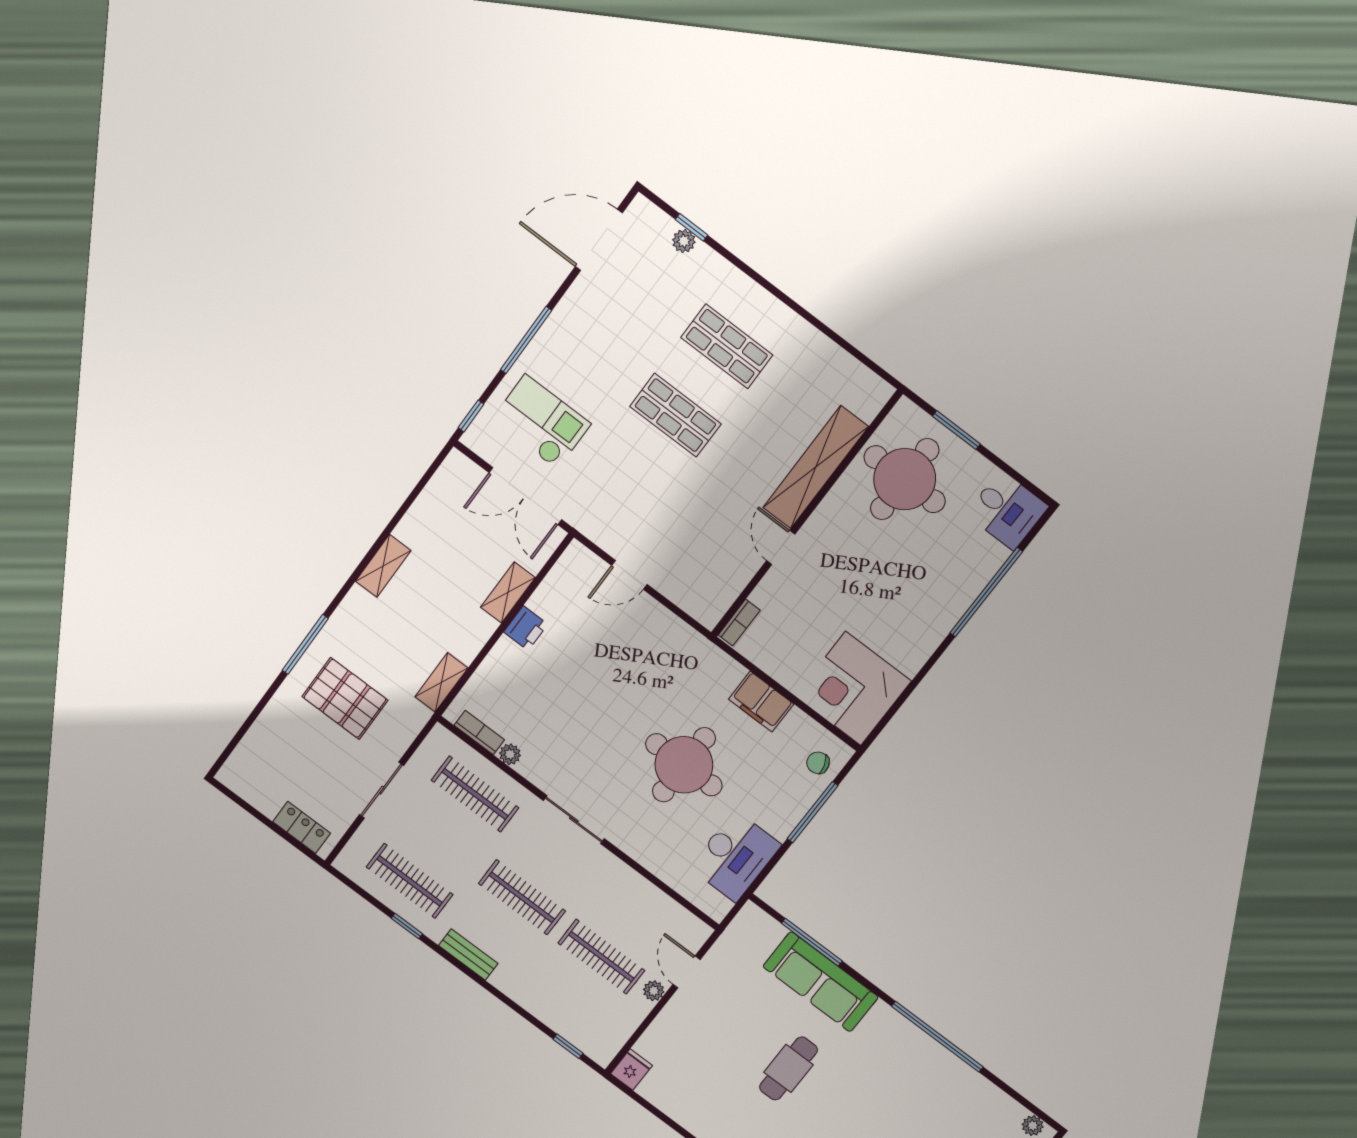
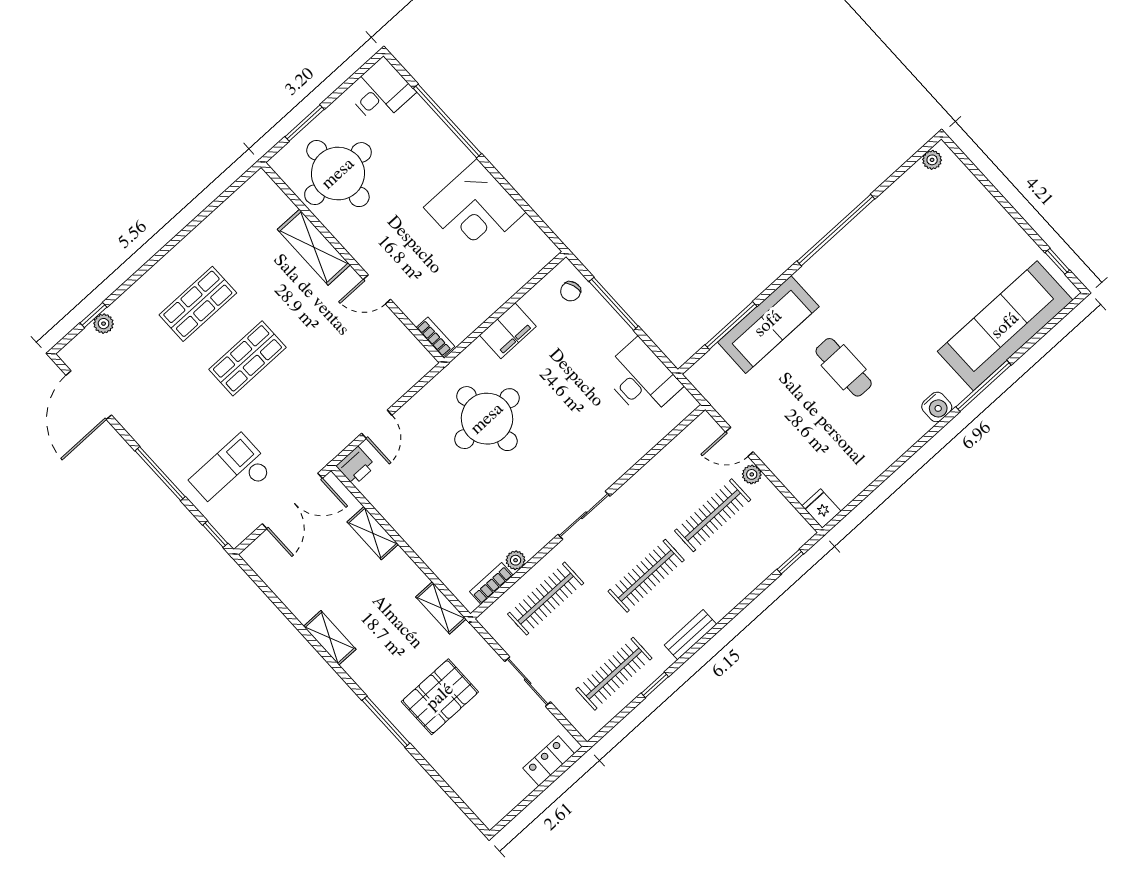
shelving: (816, 467) -> (314, 247), width x0.68
printer: (526, 628) -> (356, 466), moved, turned 90
corner desk: (853, 688) -> (475, 210), moved
round table: (684, 765) -> (487, 419), moved

